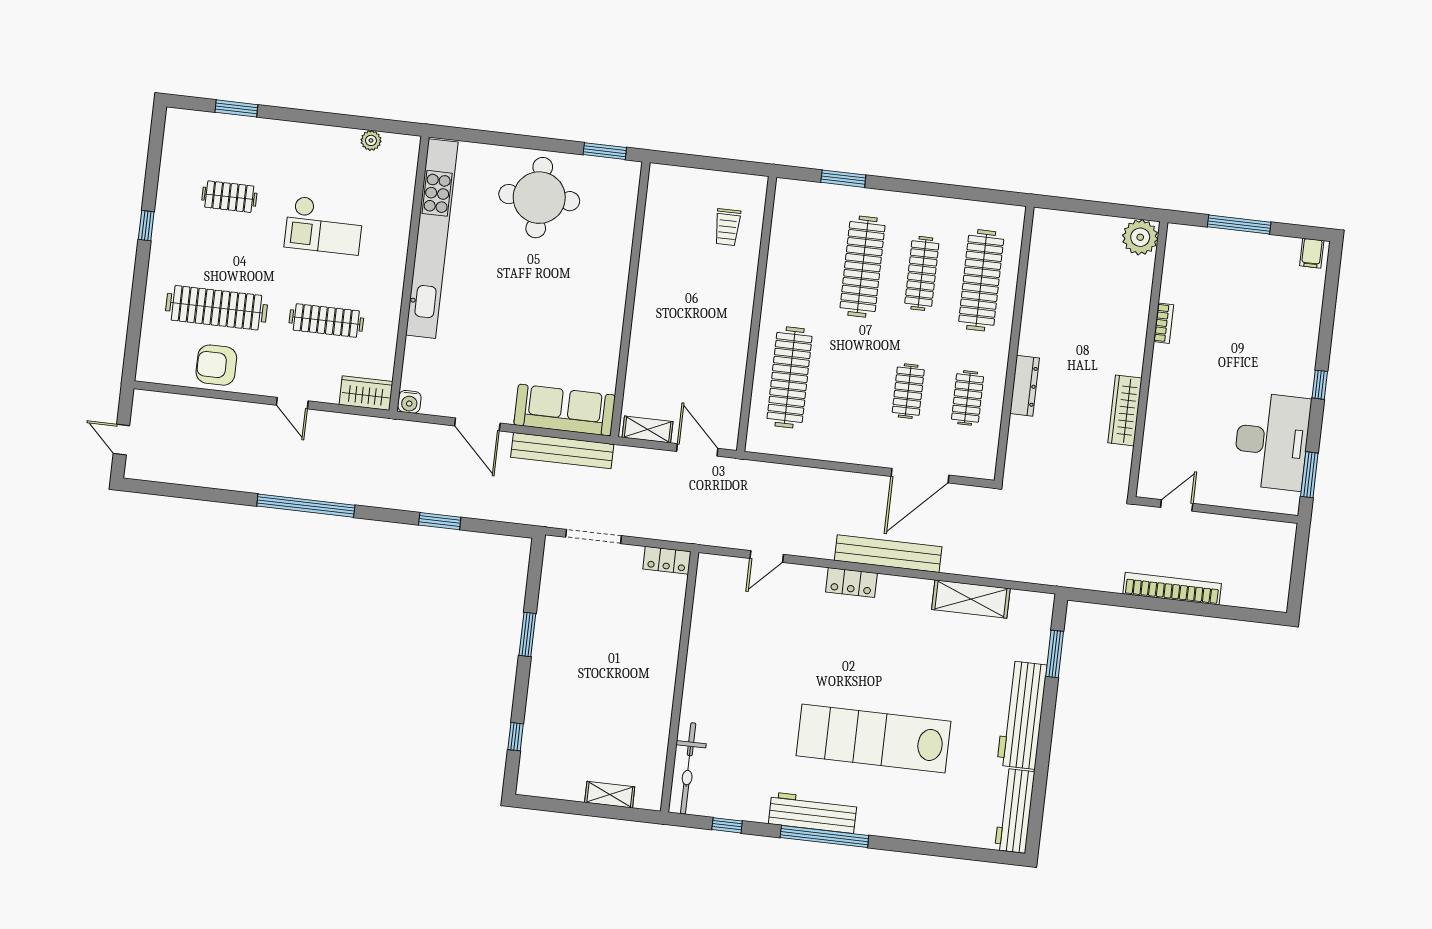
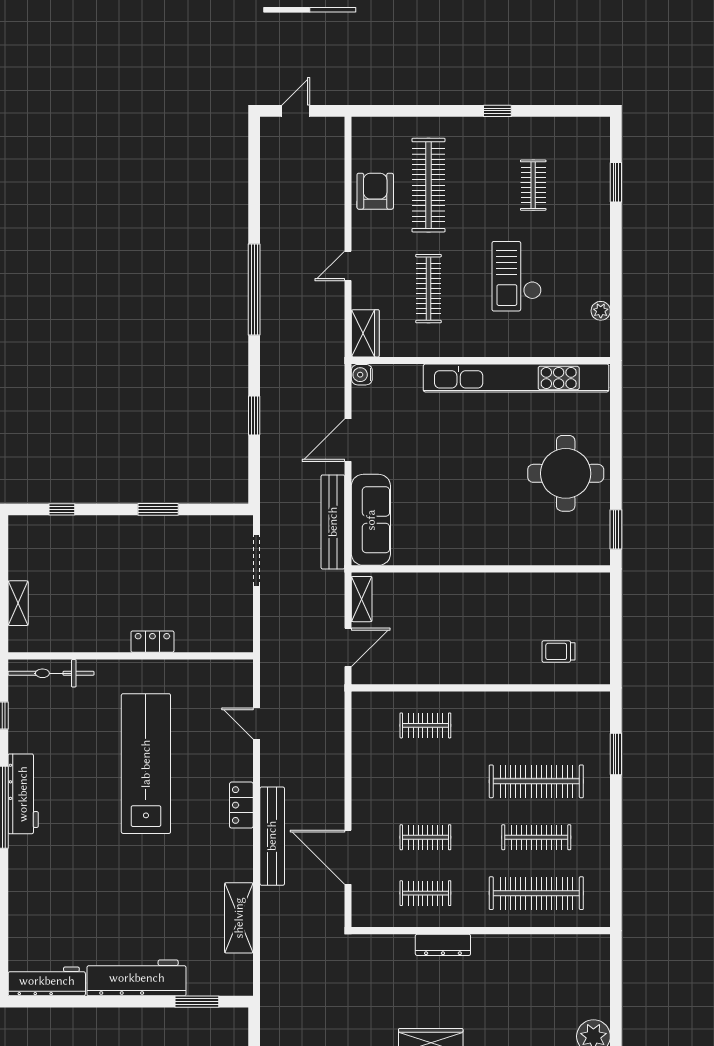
clothes rail: (790, 377) -> (425, 725), width x0.54, depth x0.76
locker: (667, 560) -> (152, 642), moved, turned 90
lab bench: (874, 738) -> (146, 764), moved

